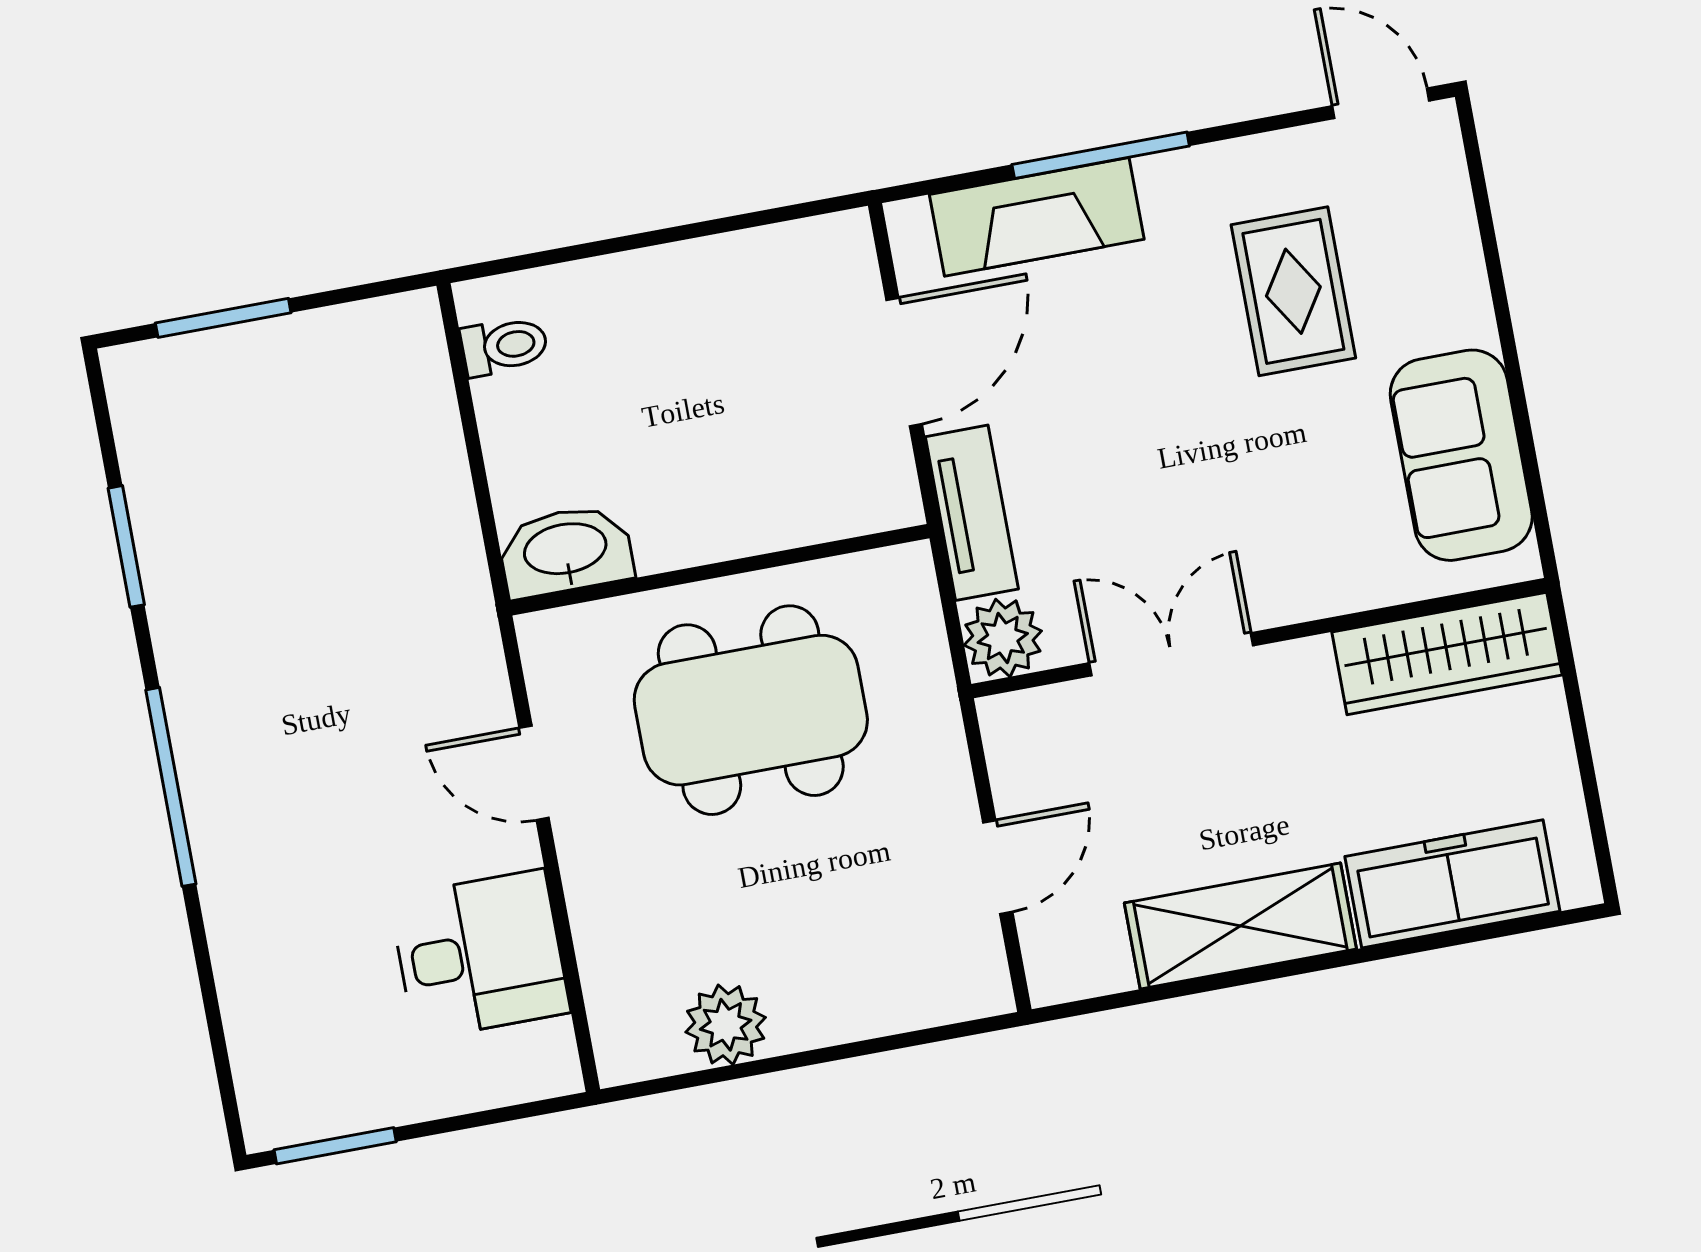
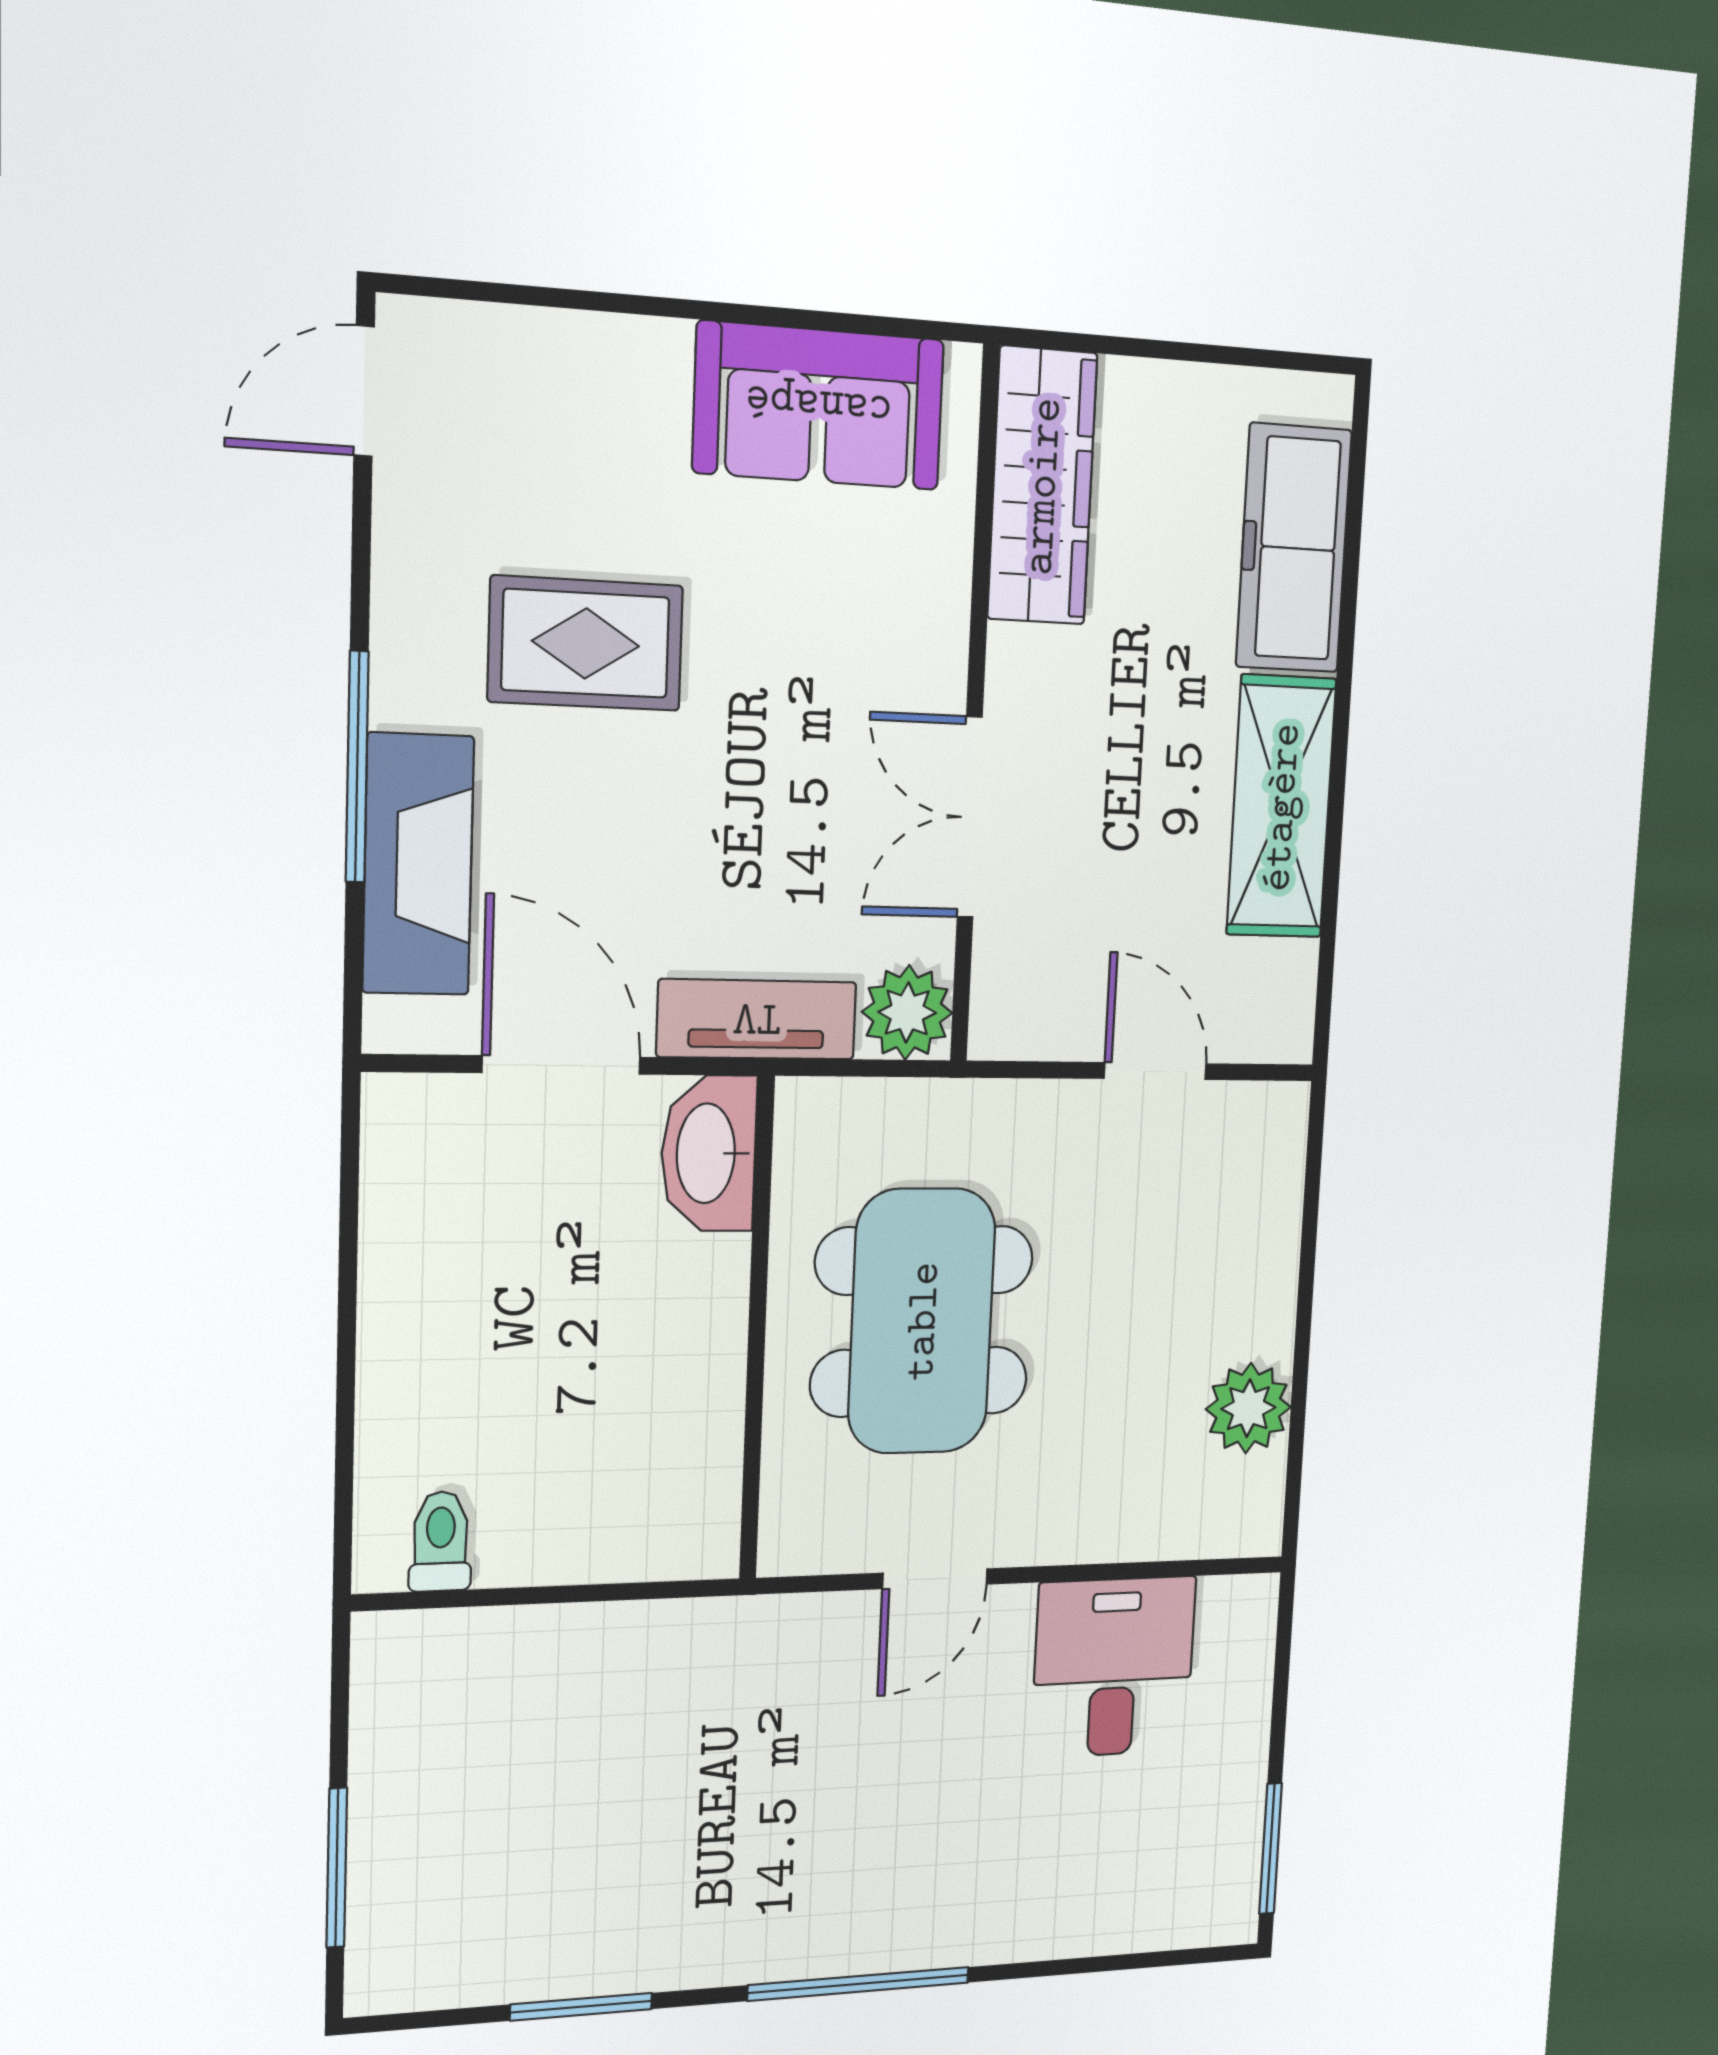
rug: (1293, 291) -> (586, 644), moved
washbasin: (566, 551) -> (709, 1153), moved

